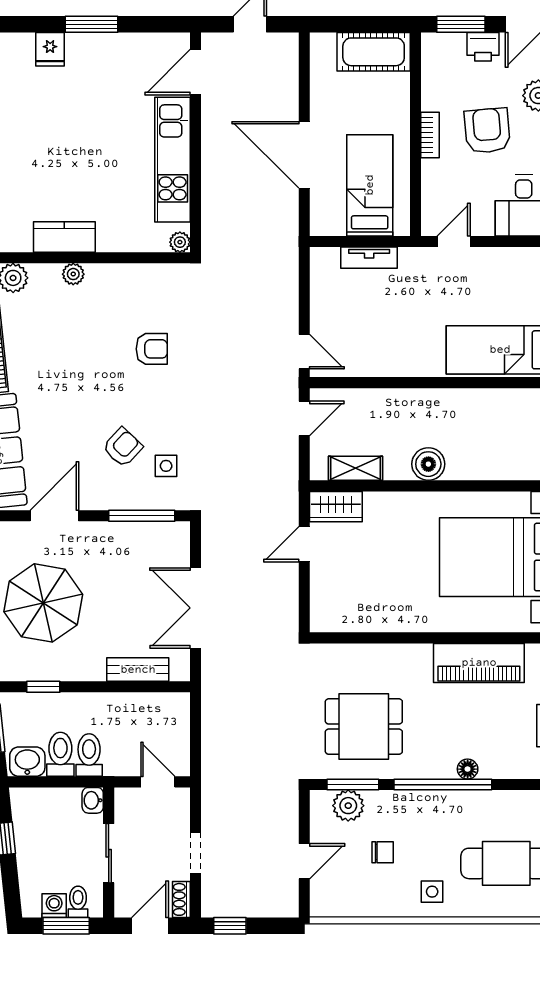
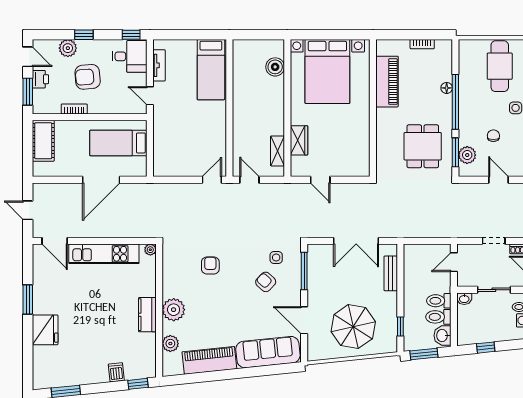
fridge: (50, 49) -> (45, 330), width x1.88, depth x1.34
bookcase: (430, 135) -> (74, 109), moved
tv unit: (369, 258) -> (159, 65), moved
plant: (73, 274) -> (174, 310), width x1.88, depth x1.88
boiler: (428, 464) -> (275, 67), moved
wardrobe: (336, 507) -> (299, 140), moved

